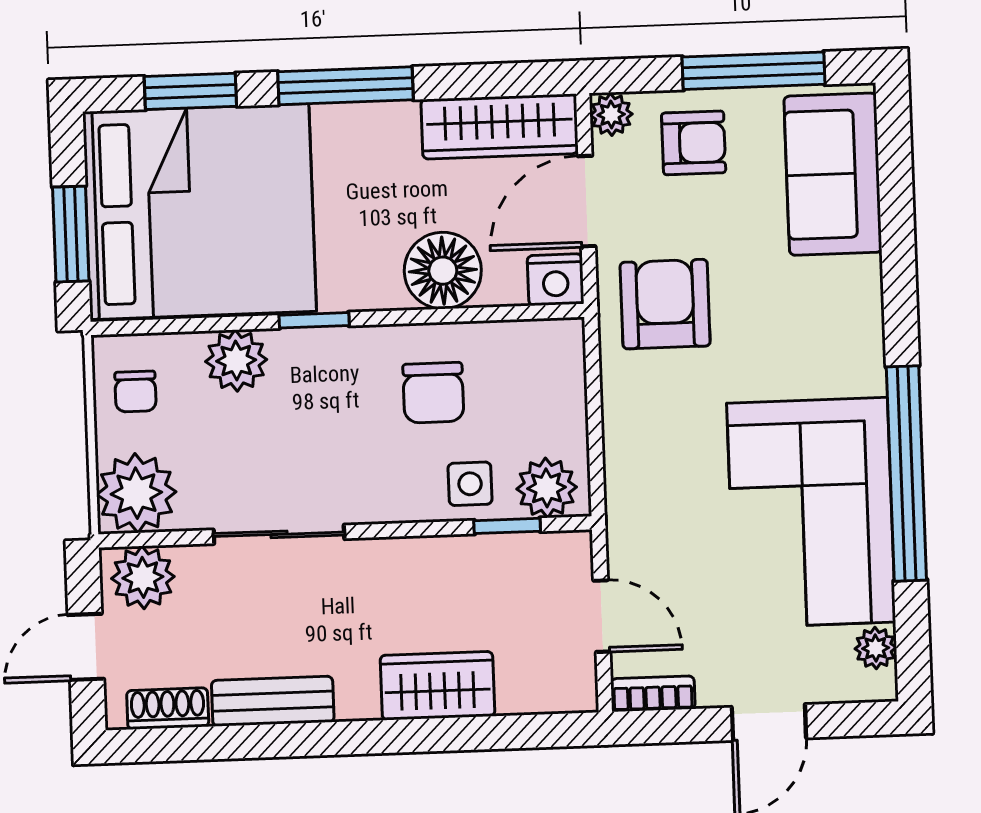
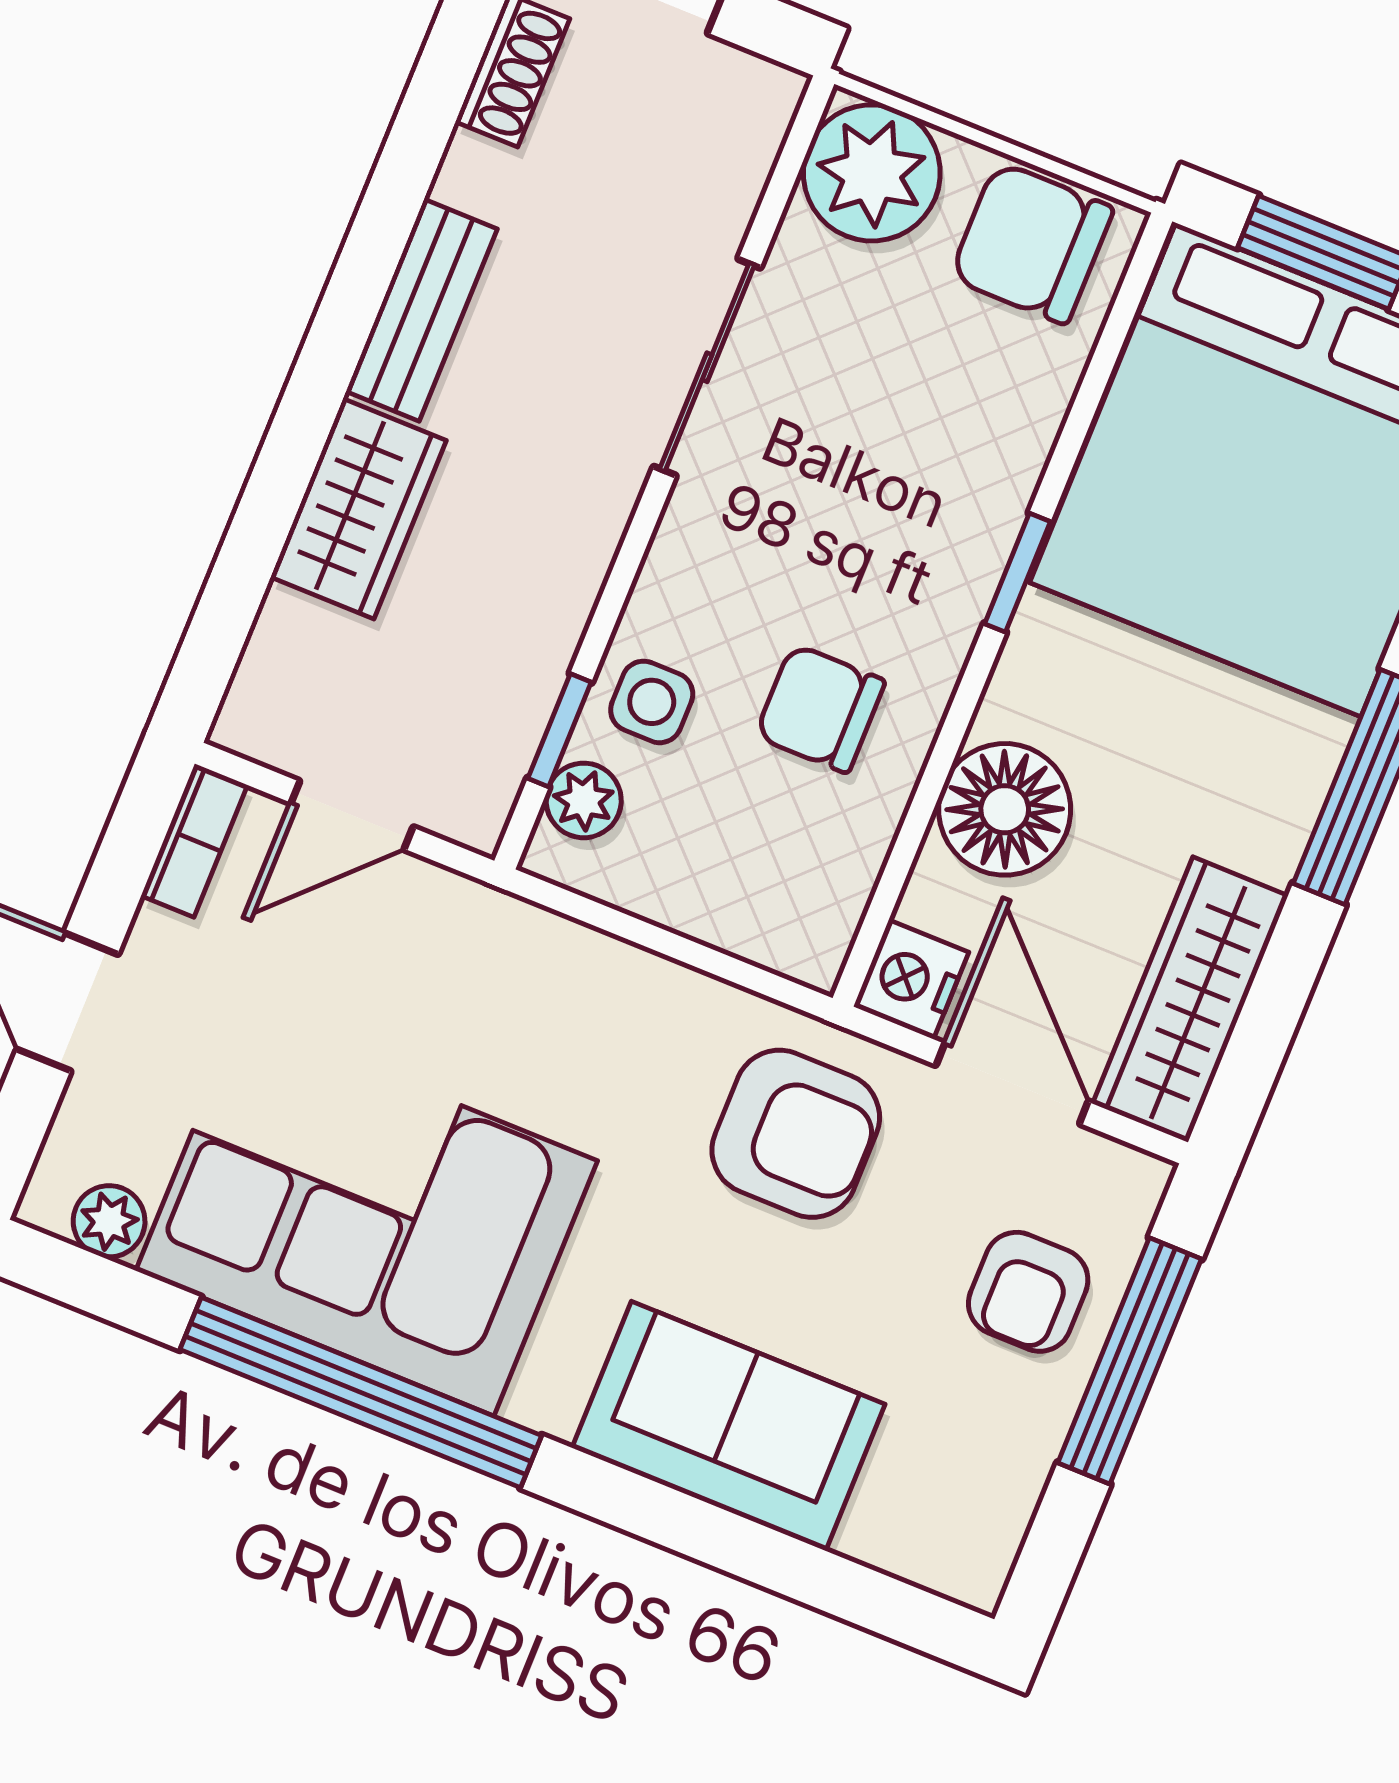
window: (754, 71) -> (1130, 1361), moved
plant: (611, 115) -> (1131, 1183), removed
sofa: (833, 174) -> (728, 1426), moved
plant: (236, 361) -> (1009, 422), removed
chair: (135, 392) -> (1032, 243), width x1.87, depth x1.87
plant: (547, 488) -> (584, 800), width x0.73, depth x0.73
plant: (143, 577) -> (735, 124), removed
bench: (273, 701) -> (422, 310), moved

